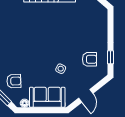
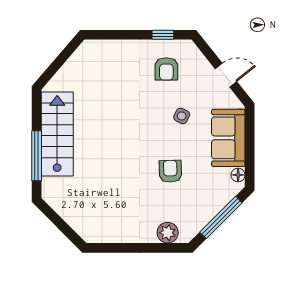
armchair: (90, 59) -> (166, 69), turned 180
armchair: (14, 81) -> (170, 171), moved

